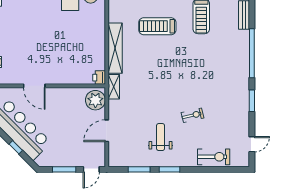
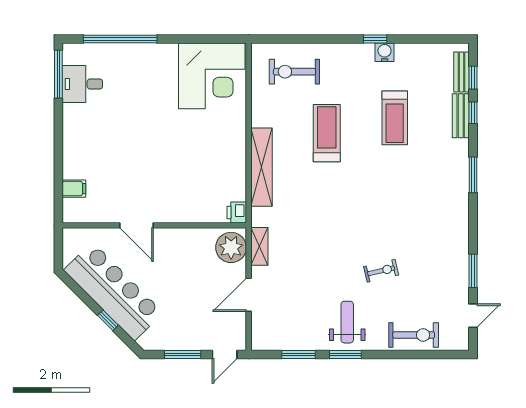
window: (252, 13) -> (473, 113), added
treadmill: (157, 26) -> (327, 133), turned 90
window: (252, 53) -> (473, 175), width x0.47
shelving: (114, 87) -> (259, 246), moved
window: (252, 101) -> (473, 271), moved
weight bench: (161, 137) -> (347, 322), moved

